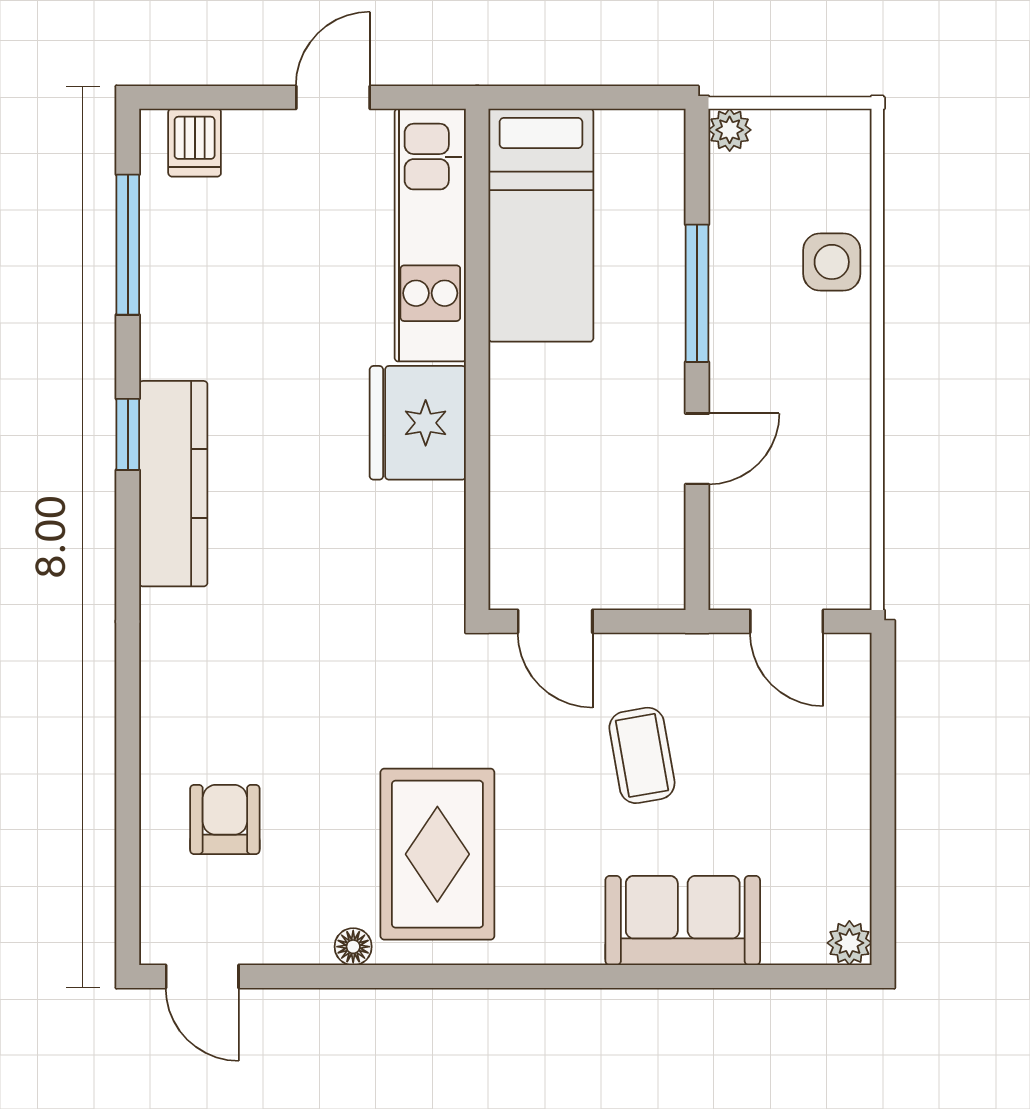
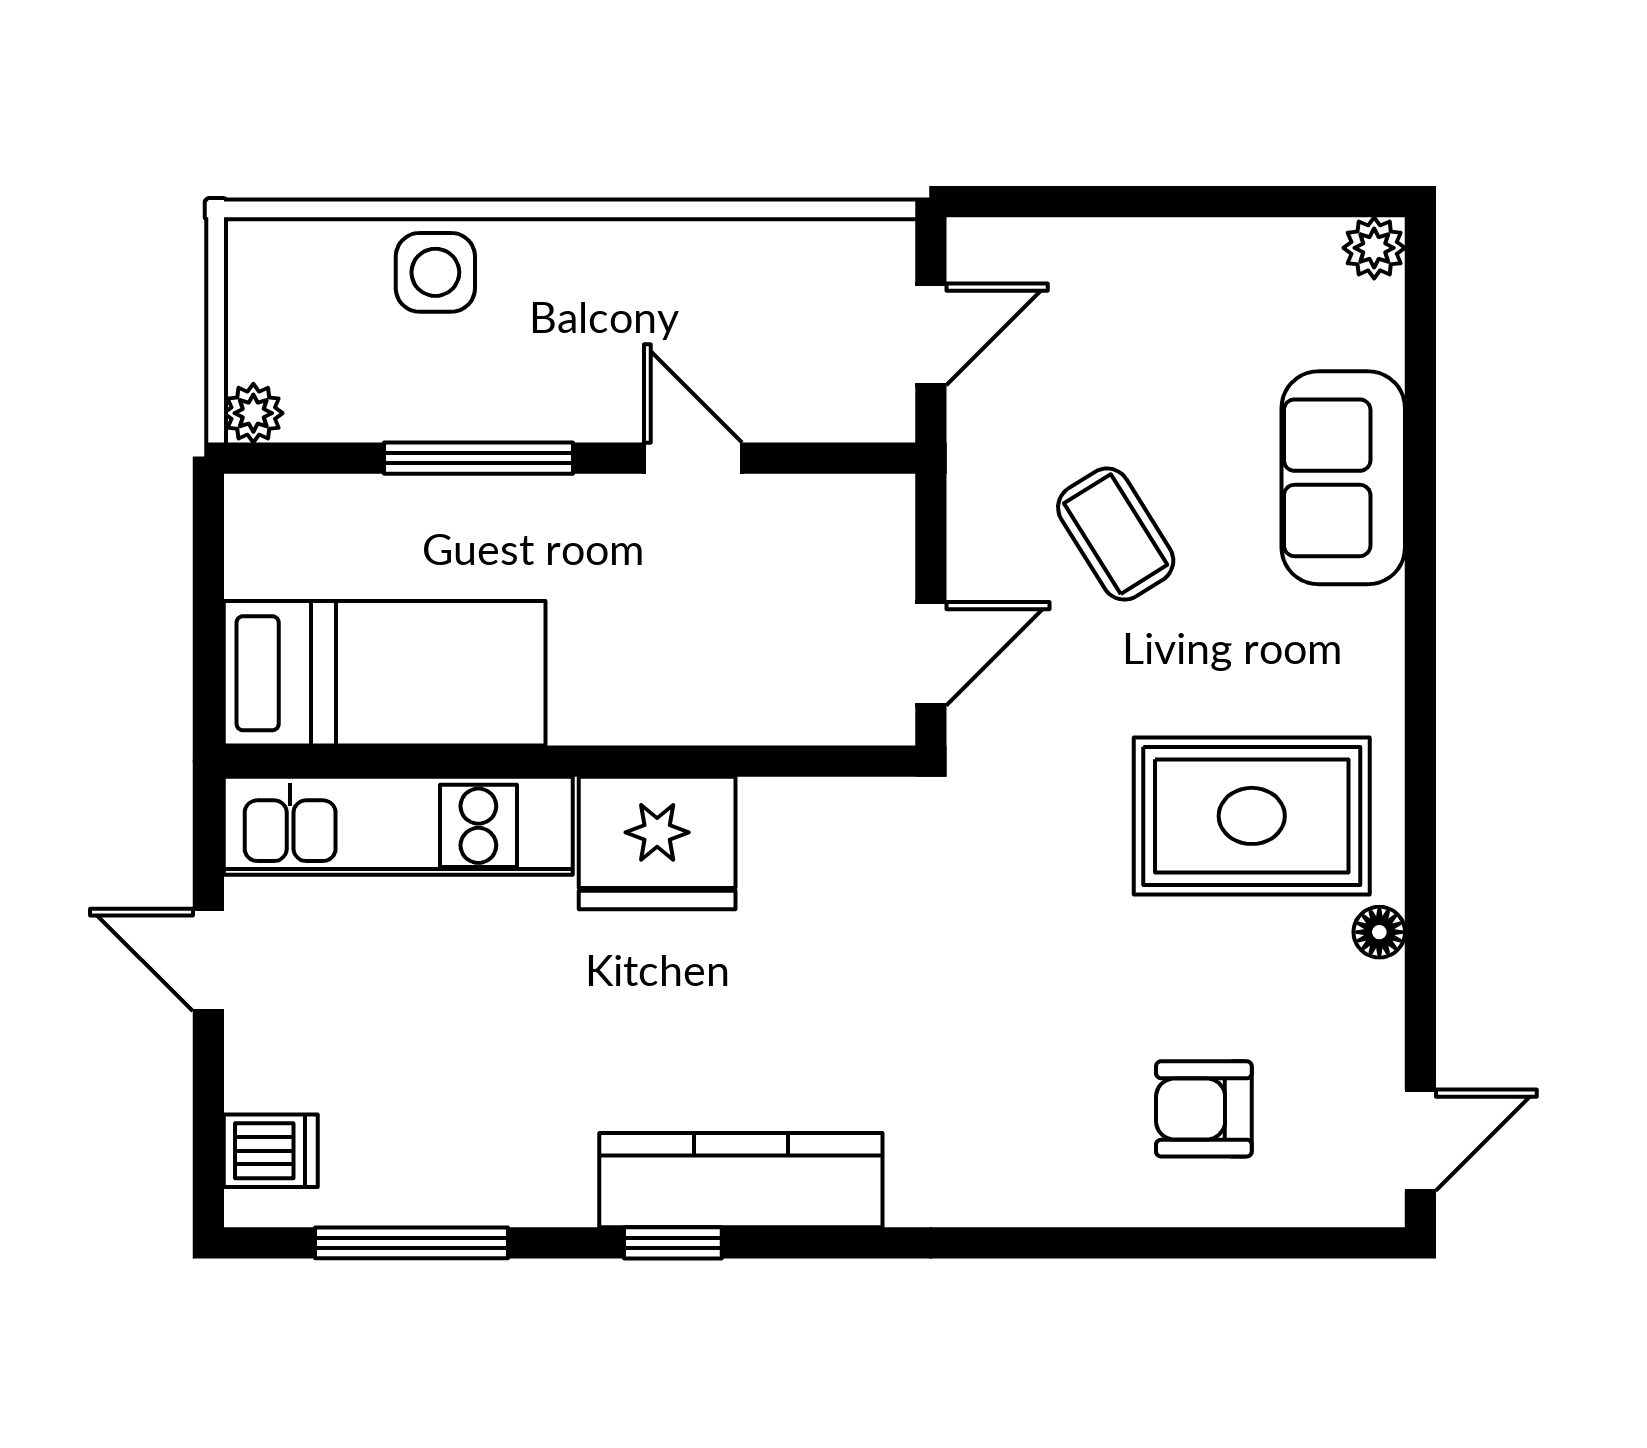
coffee table: (642, 755) -> (1116, 534), turned 68

